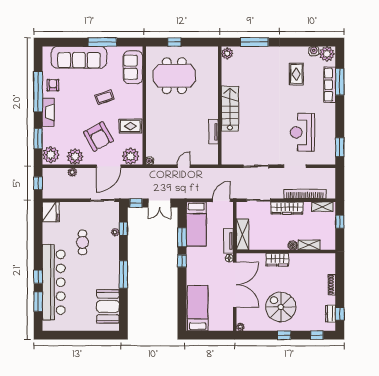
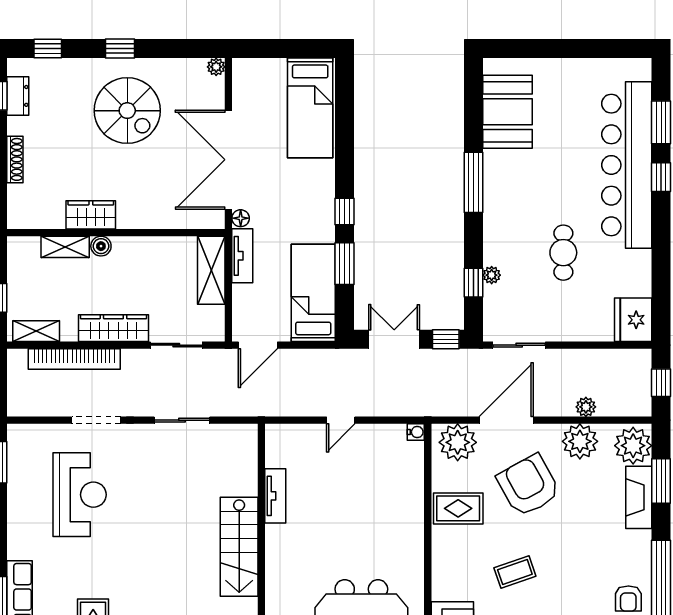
fireplace: (48, 112) -> (639, 497), moved
wardrobe: (277, 260) -> (91, 215), moved

